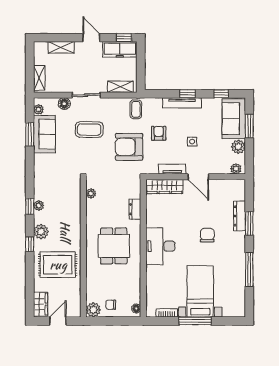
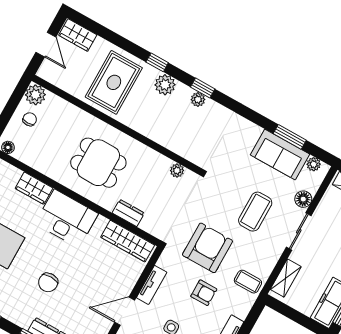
wardrobe: (164, 186) -> (128, 241), moved, turned -90
chair: (207, 235) -> (48, 282), turned 90
wardrobe: (153, 278) -> (34, 188), added

